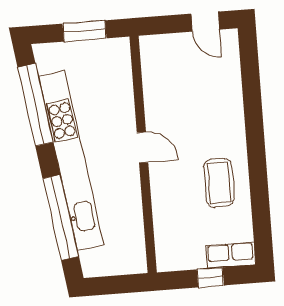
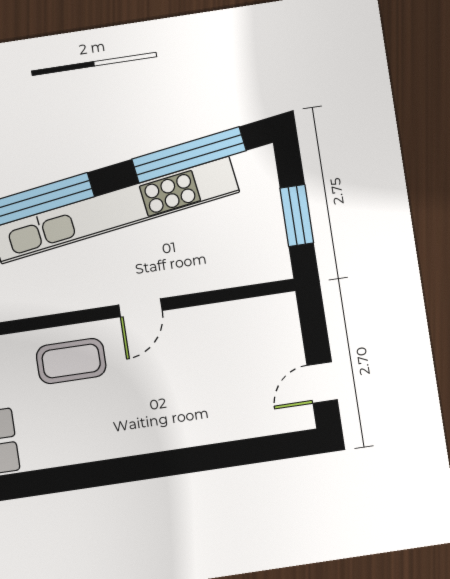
coffee table: (219, 183) -> (71, 361), moved

